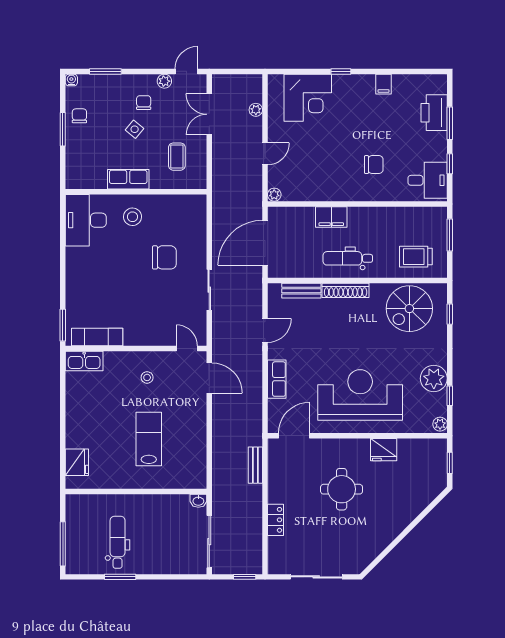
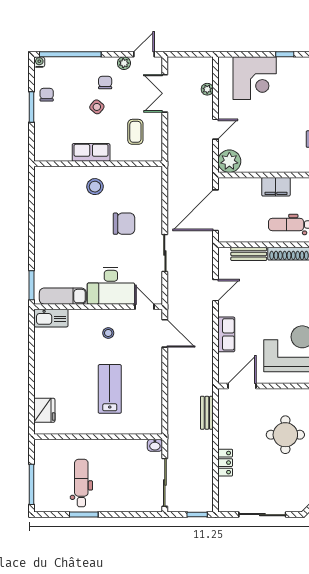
window: (105, 71) -> (70, 54), width x2.11
plant: (274, 195) -> (229, 161), width x1.87, depth x1.87
desk: (86, 220) -> (111, 286), moved, turned -90

